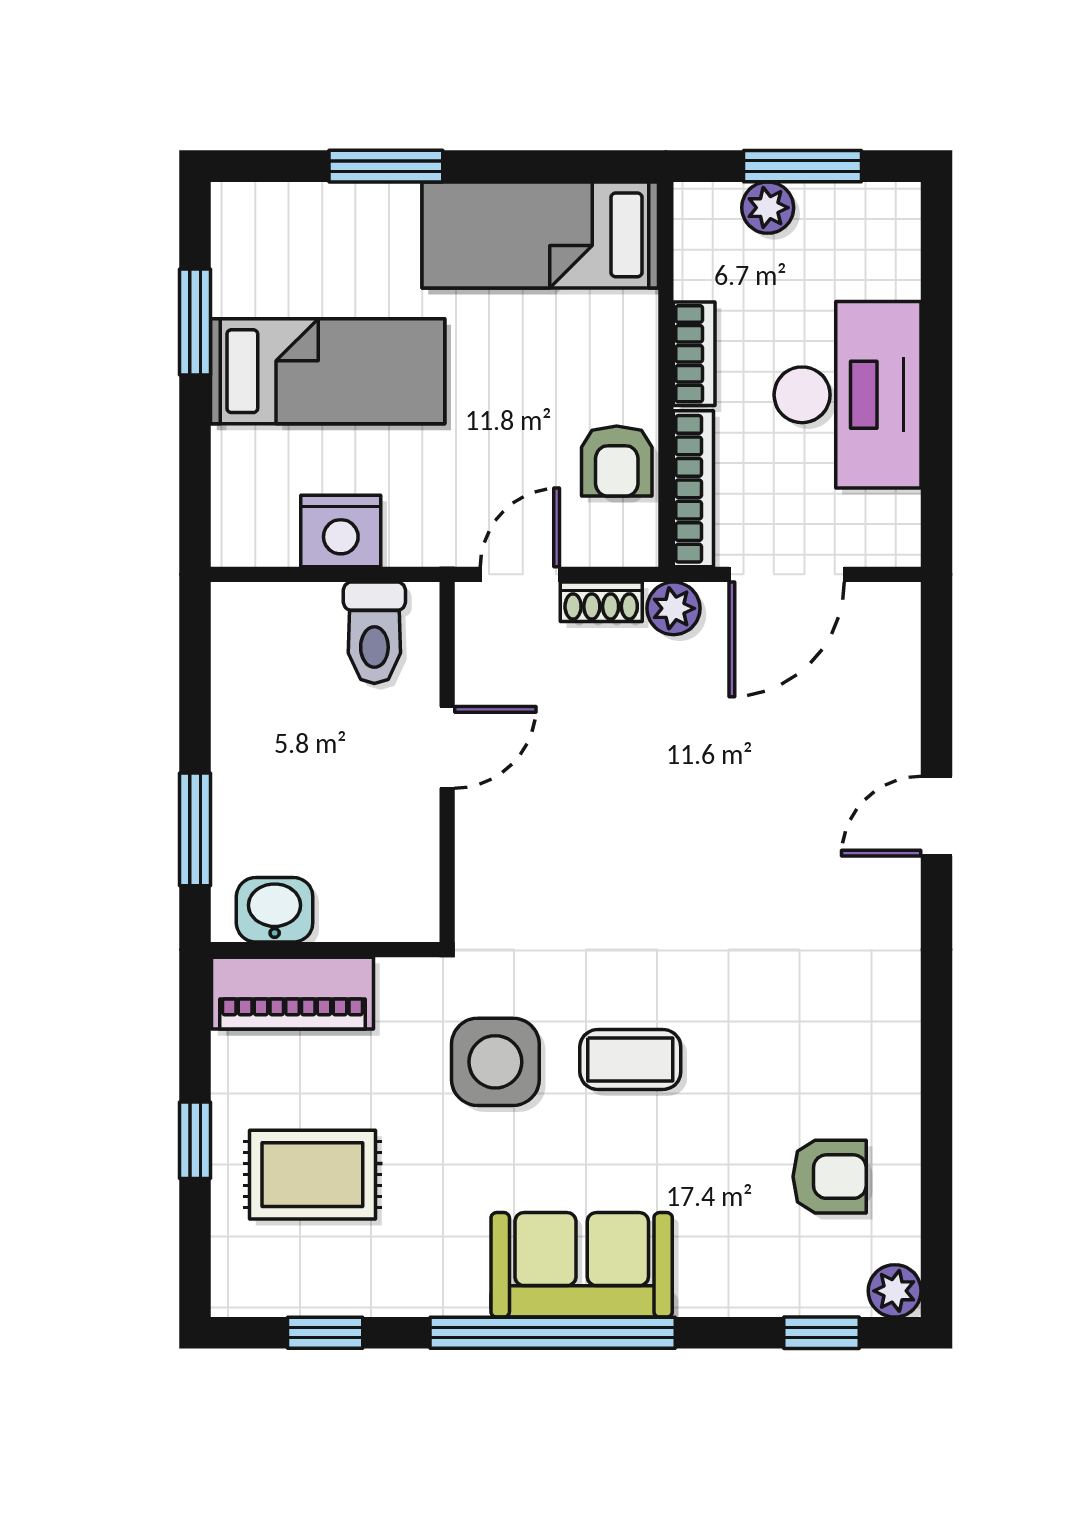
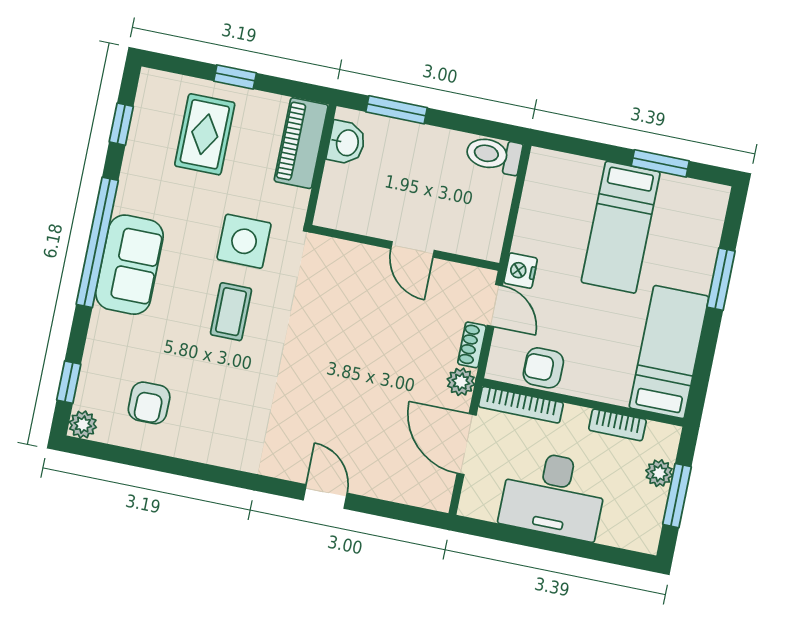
bookcase: (694, 354) -> (617, 425), moved
nightstand: (341, 531) -> (521, 271), moved, width x0.74, depth x0.75
toilet: (374, 633) -> (494, 155), moved

